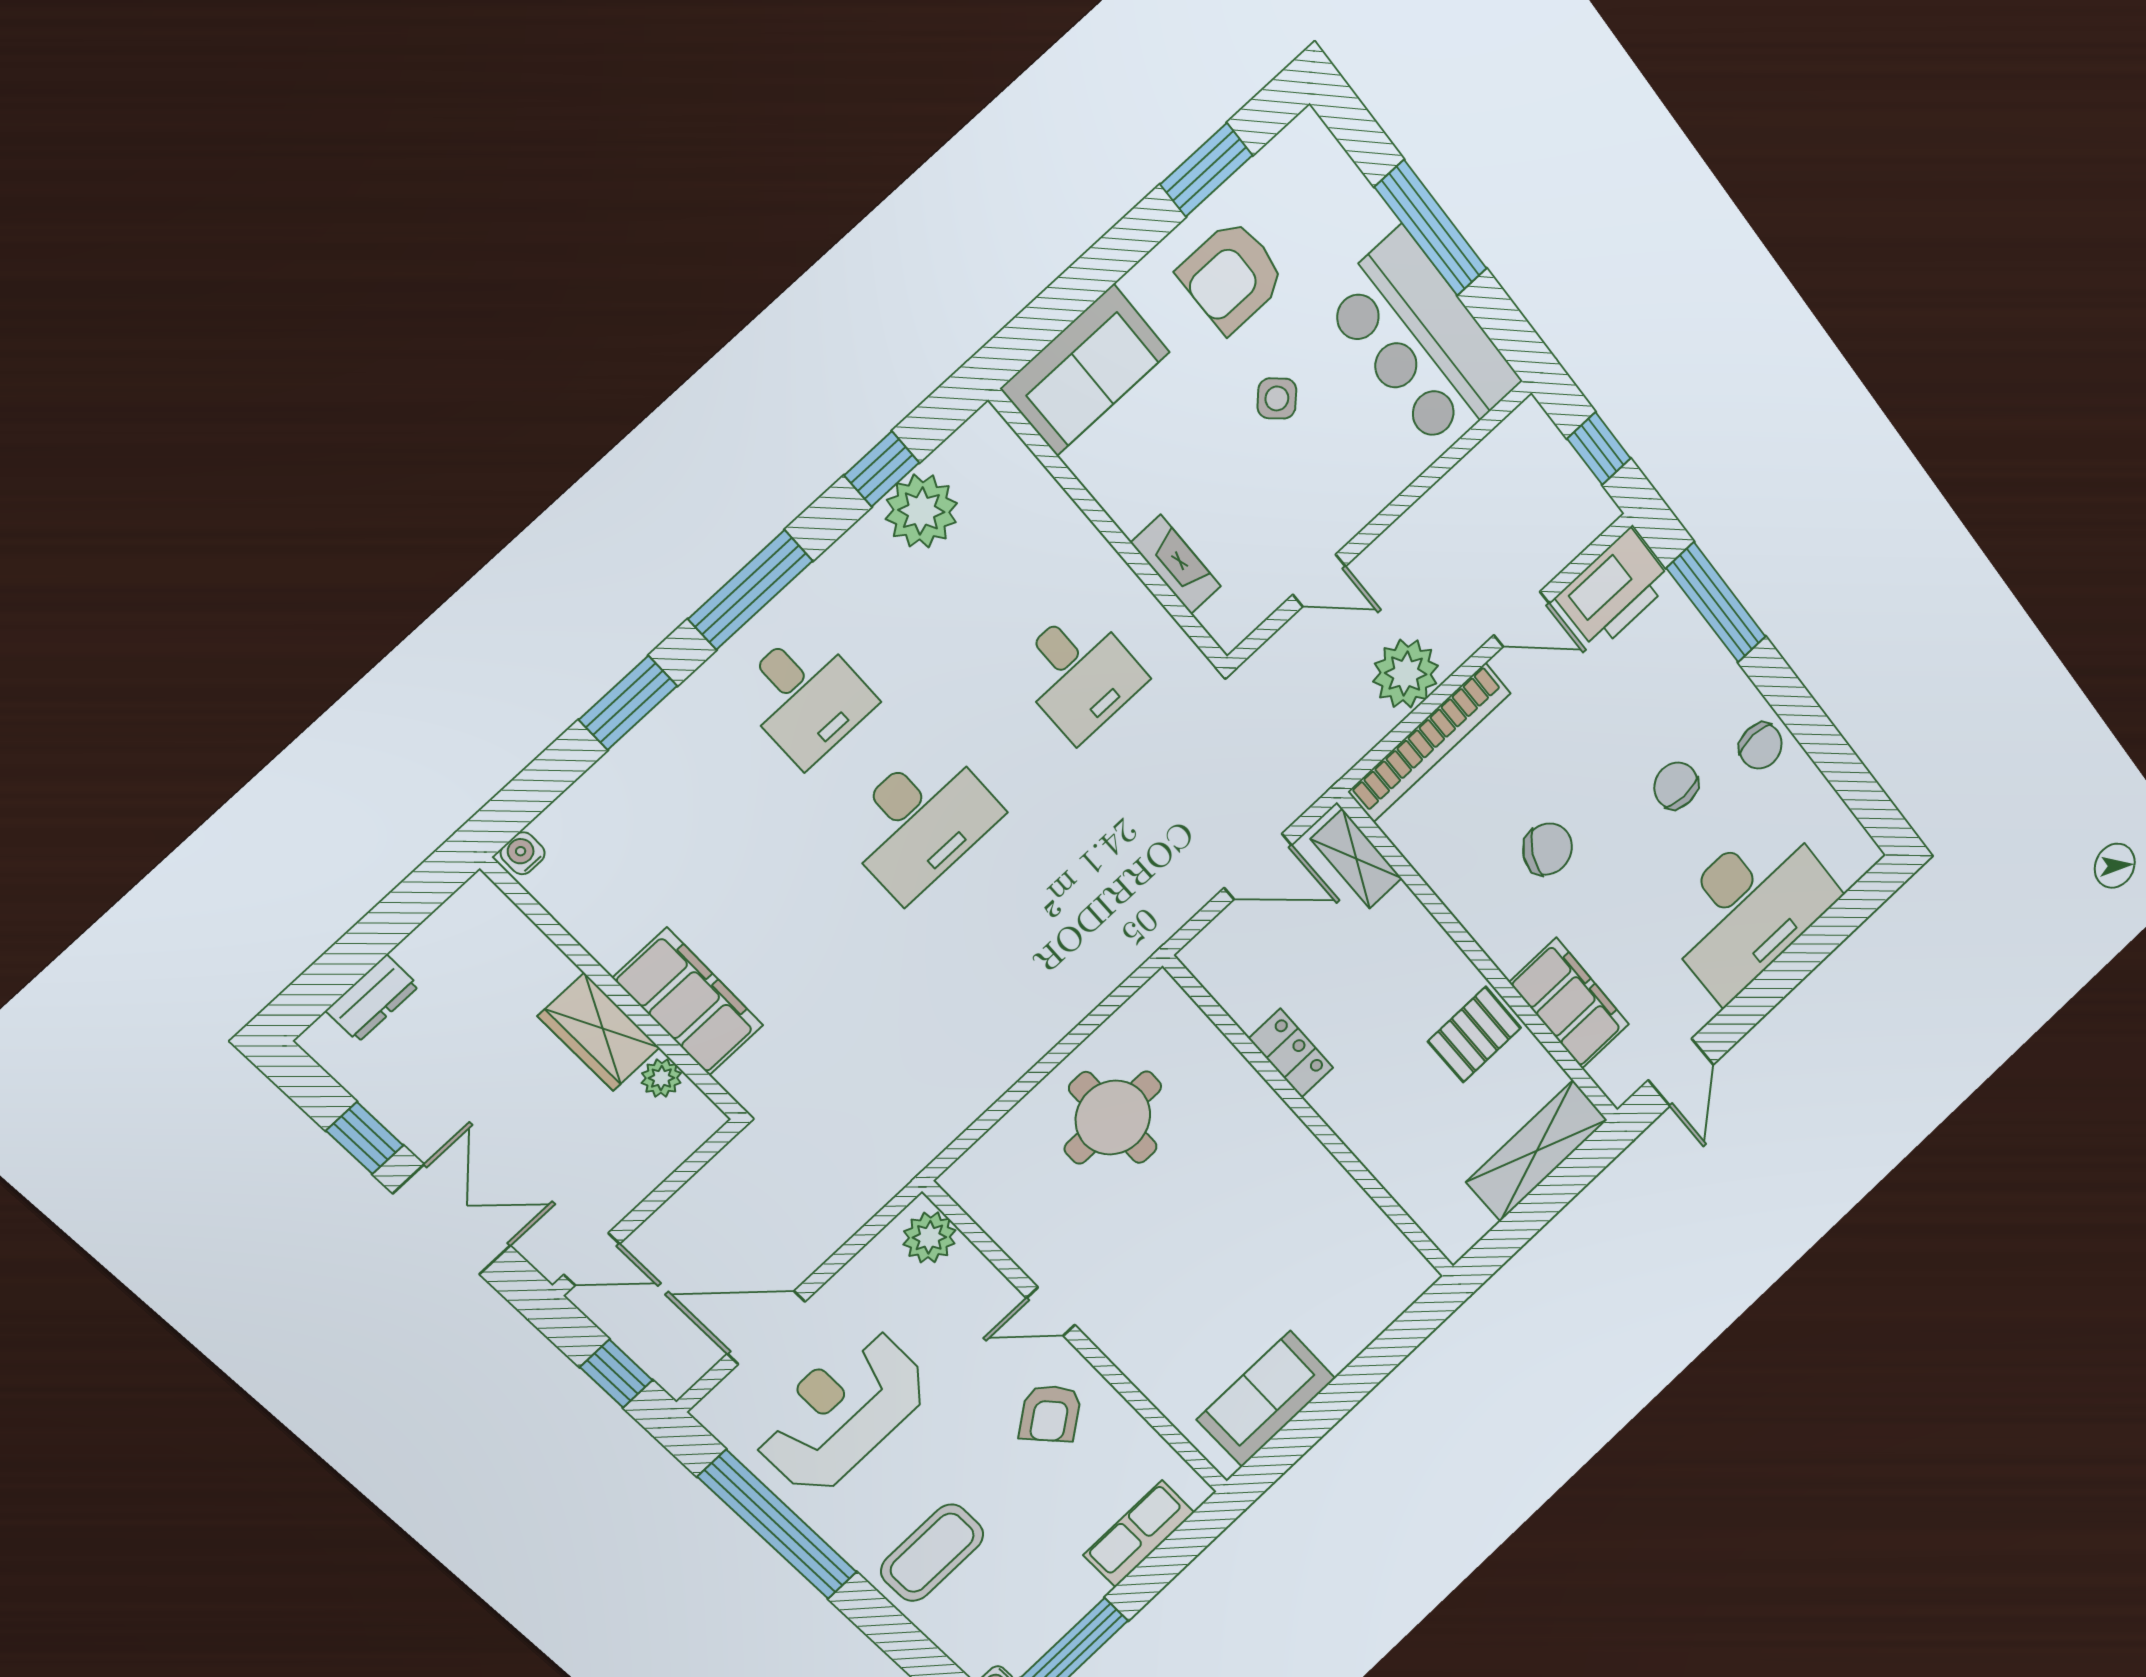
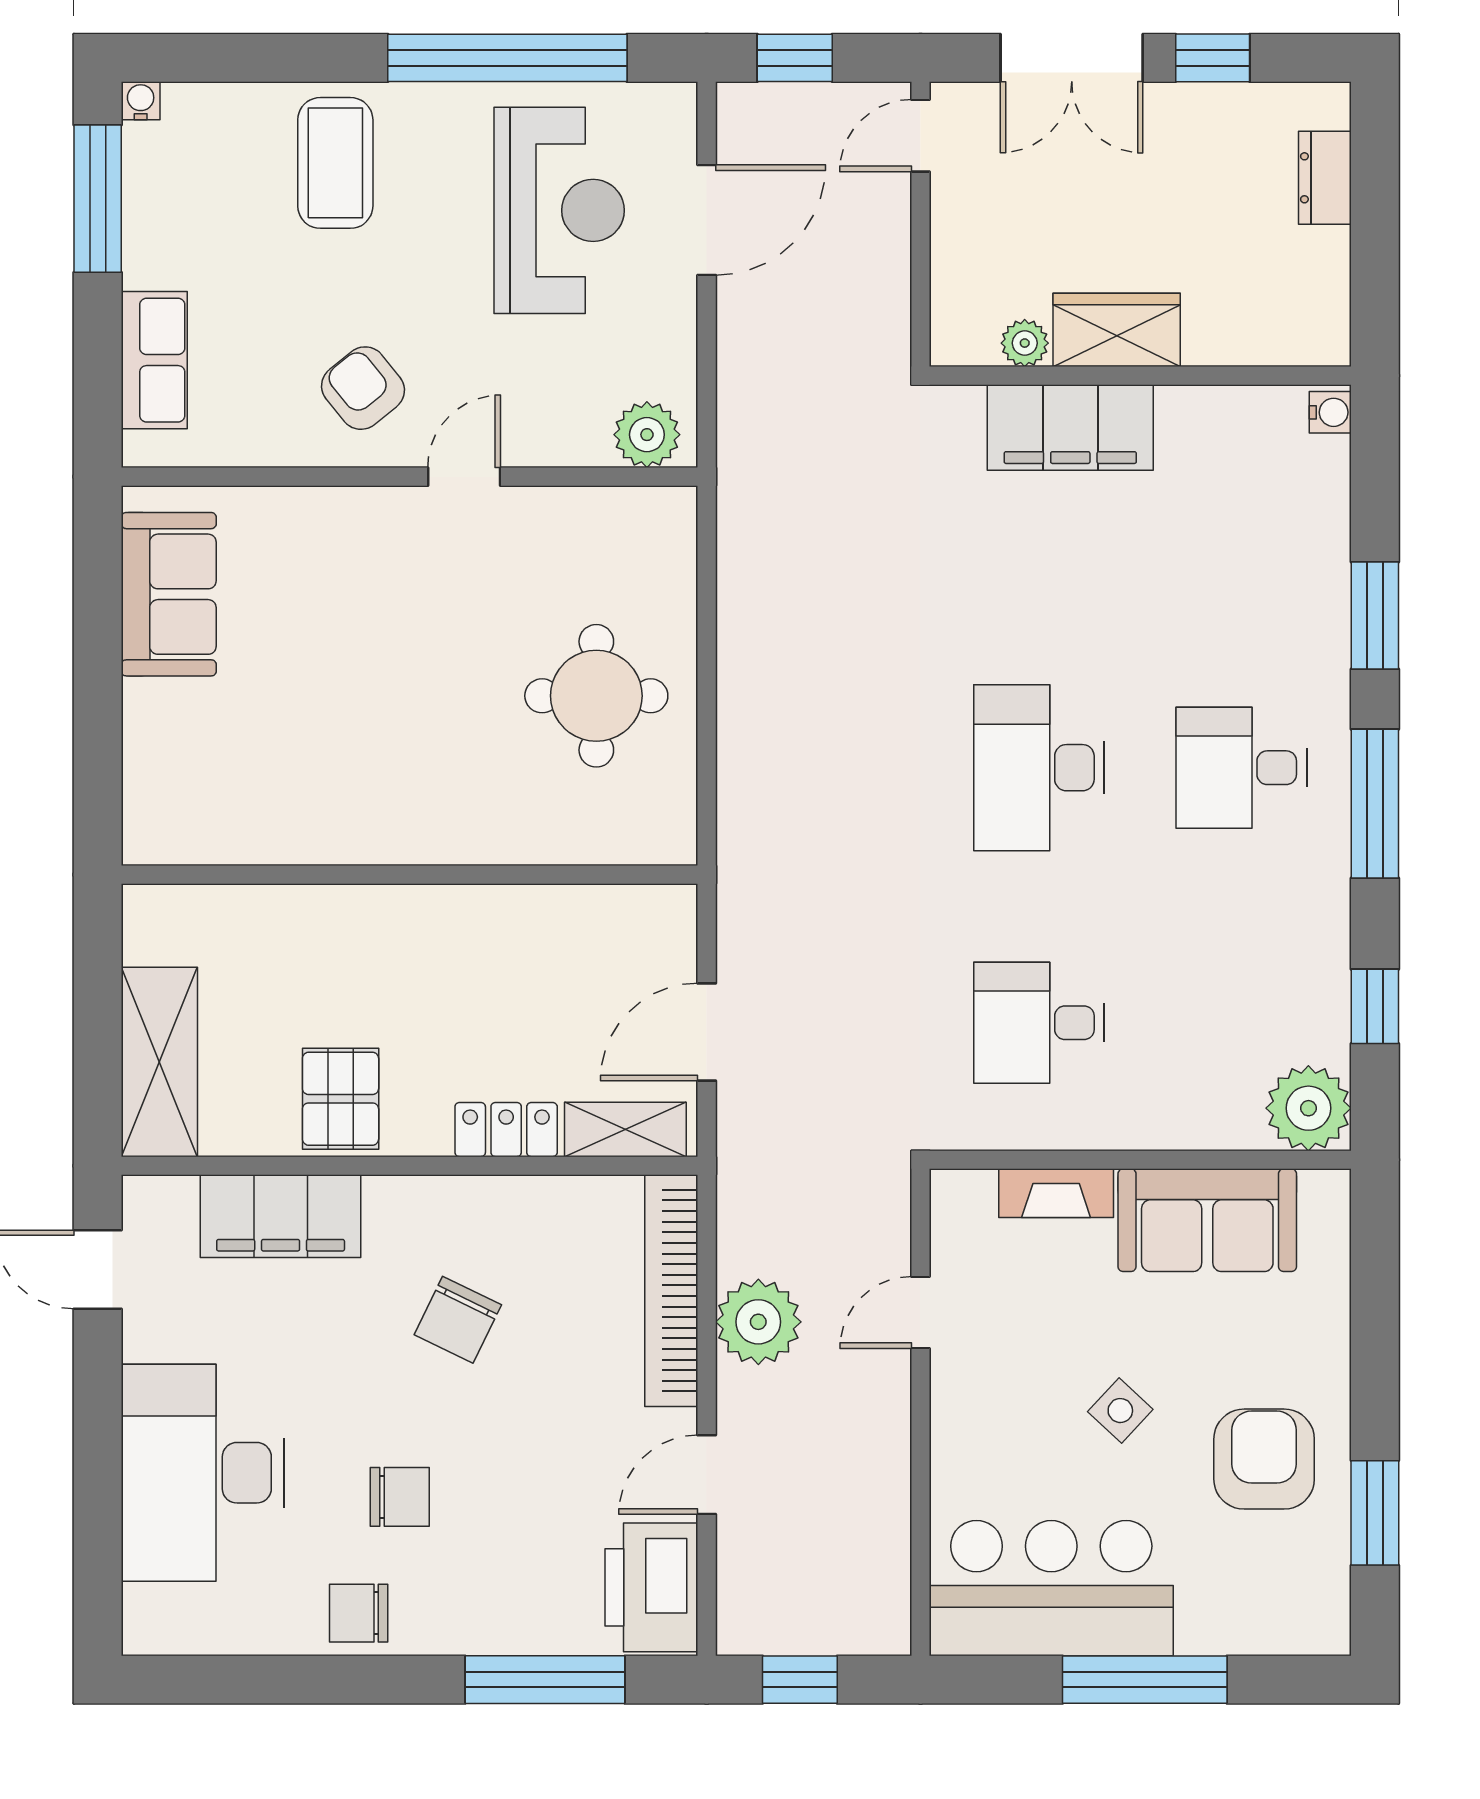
sofa: (1085, 370) -> (1207, 1220), moved, turned -90
plant: (921, 511) -> (1308, 1108), moved
locker: (1291, 1053) -> (506, 1130), moved, turned 180

